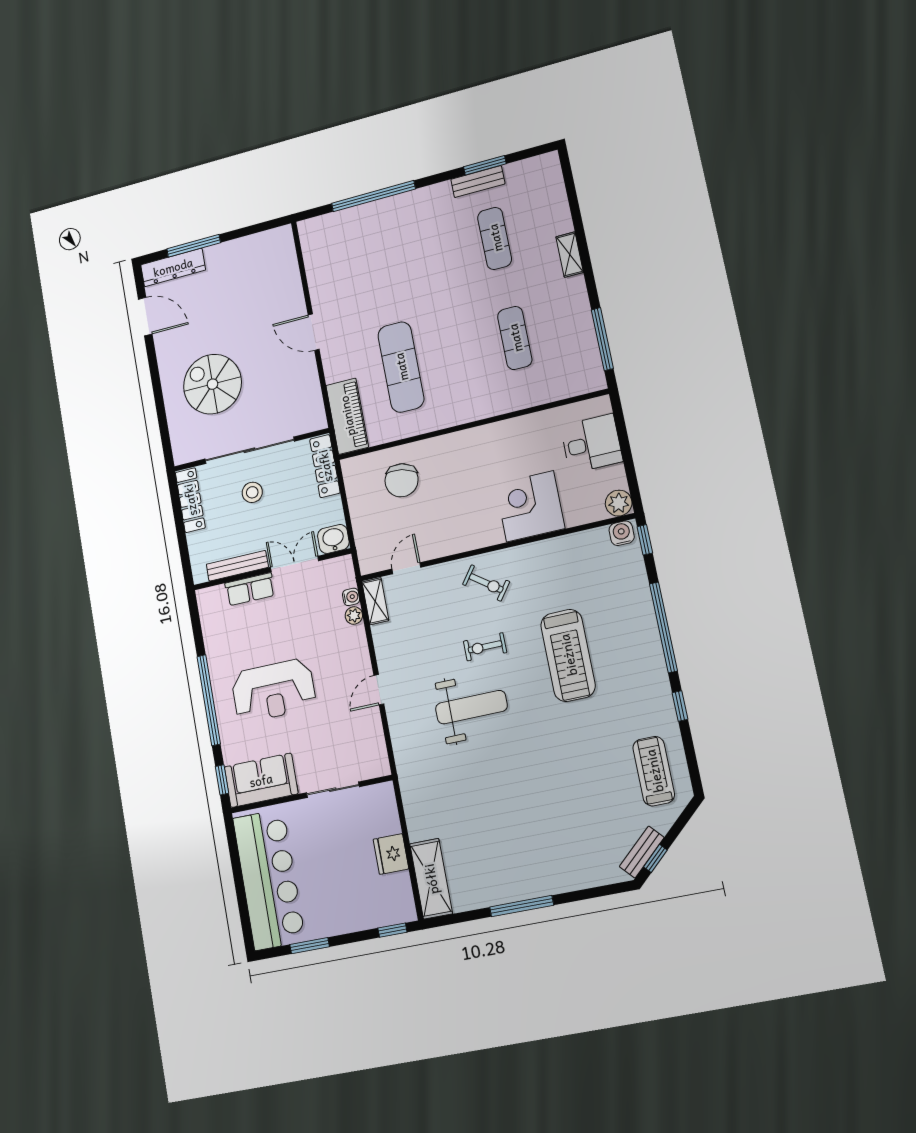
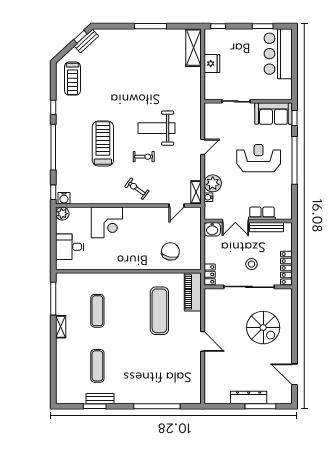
shelving: (570, 255) -> (61, 327), moved
dresser: (173, 267) -> (249, 397), moved
locker: (325, 466) -> (210, 274), width x0.66
plant: (354, 615) -> (213, 183), width x1.88, depth x1.88
bar counter: (269, 879) -> (278, 54), width x0.73

